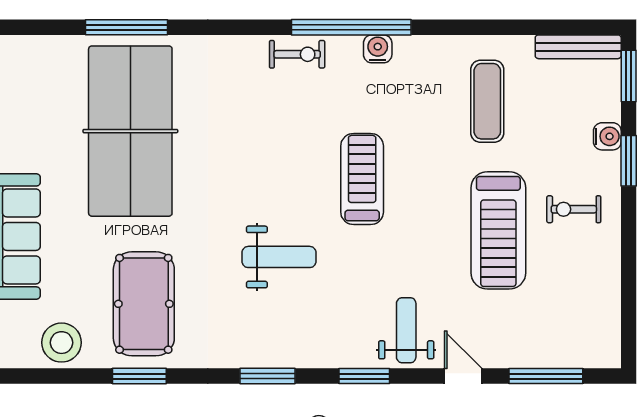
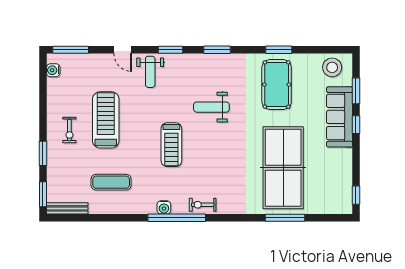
exercise mat: (487, 101) -> (111, 182), turned 90
water cooler: (607, 136) -> (53, 70), moved
exercise bike: (574, 209) -> (69, 130), turned 90
stool: (62, 343) -> (332, 67), moved
window: (546, 376) -> (71, 50), moved

